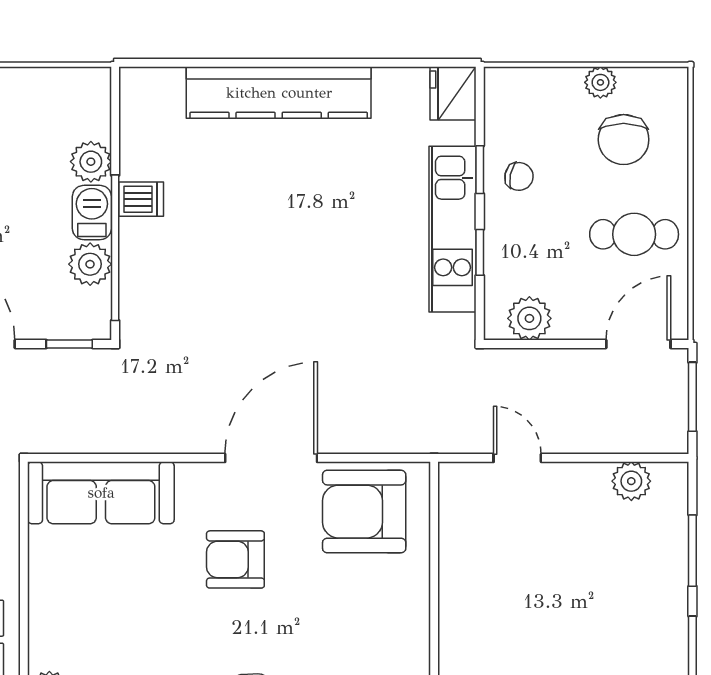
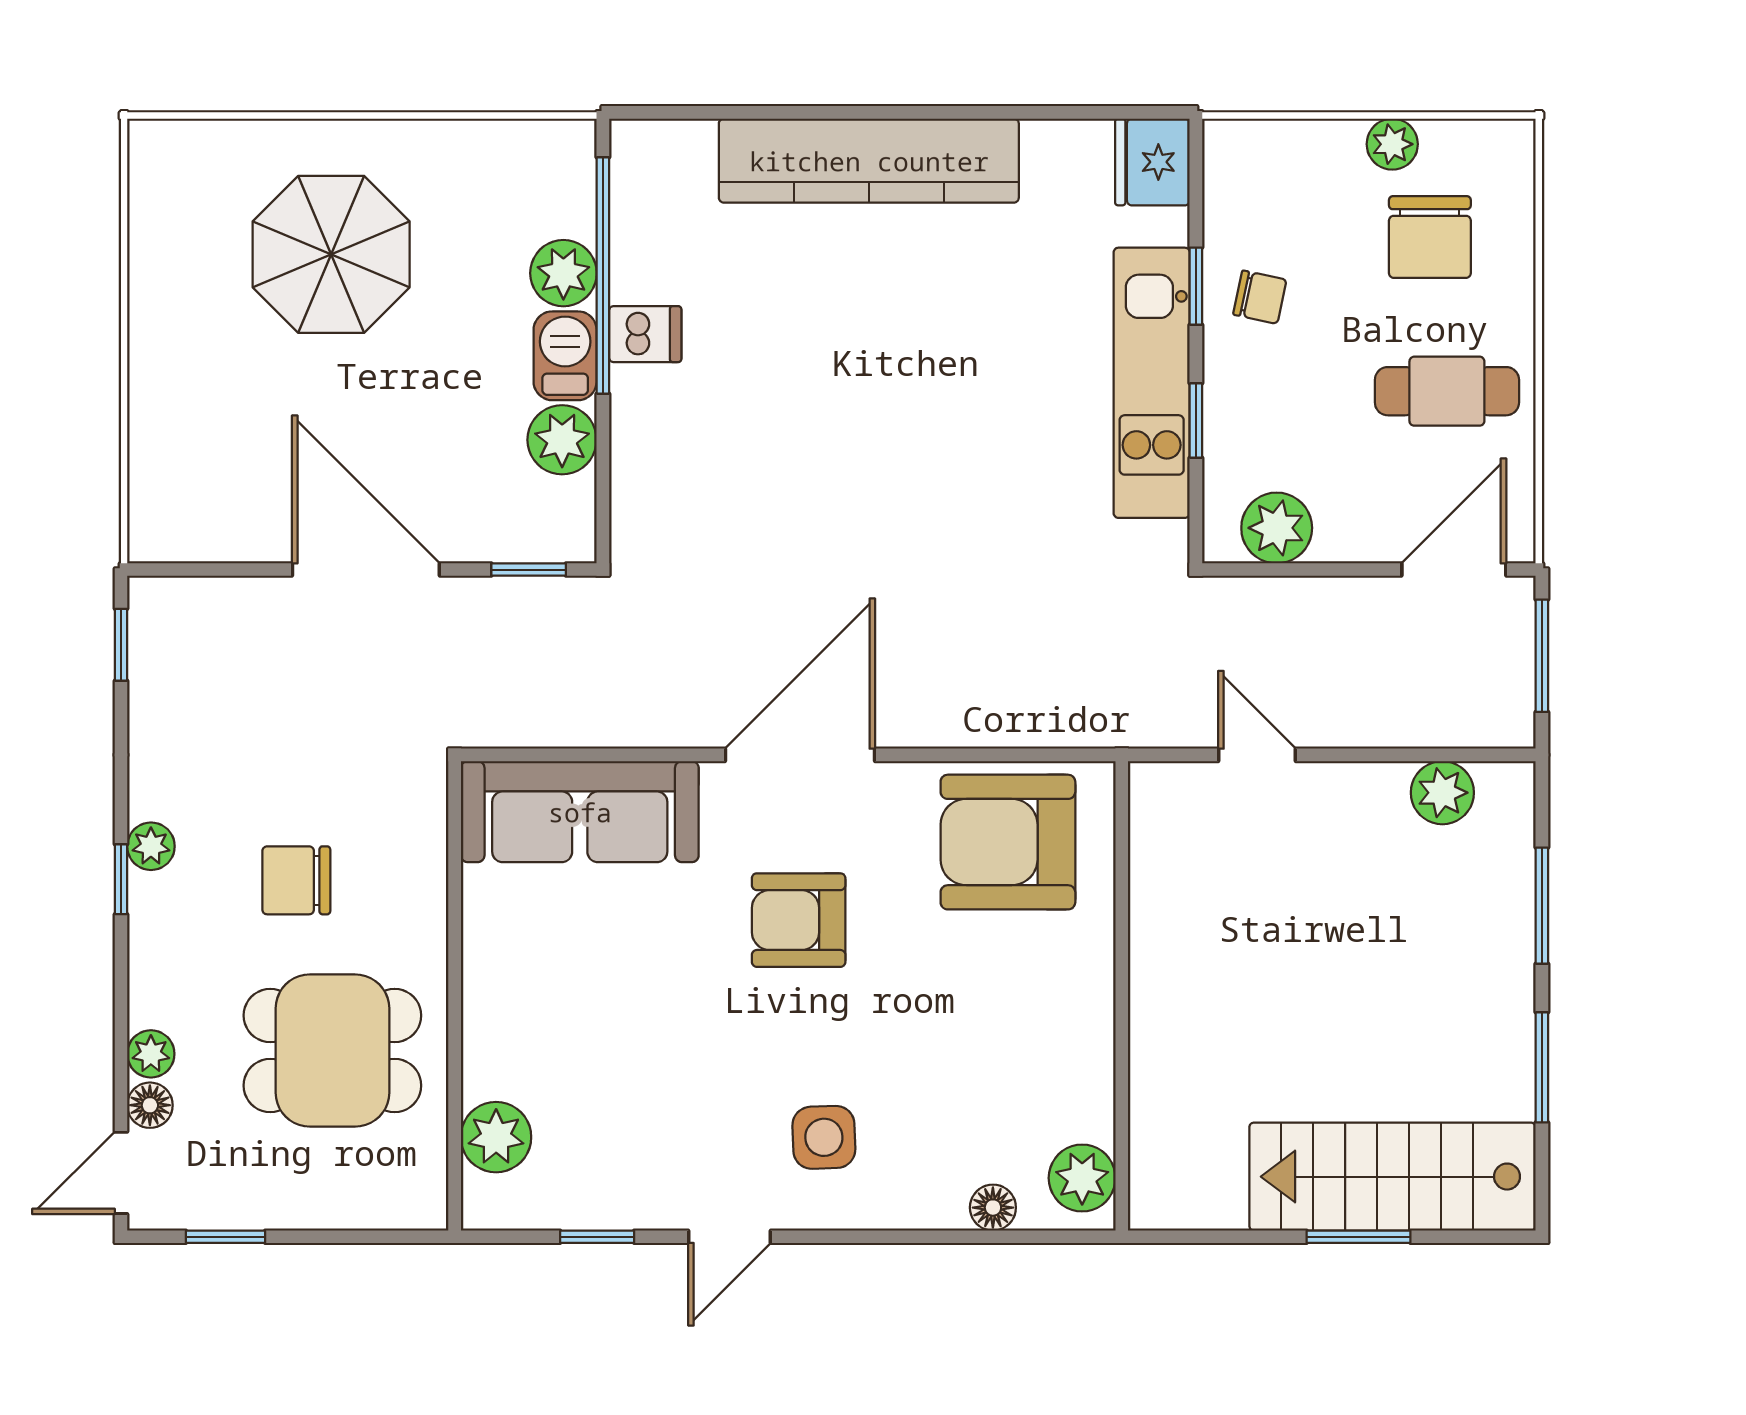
window: (115, 248) -> (603, 275), moved
door: (271, 458) -> (800, 755), moved

